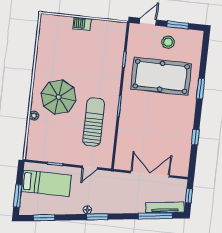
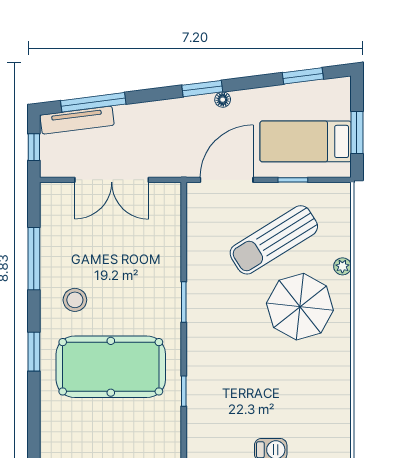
stool: (168, 42) -> (75, 300), moved
sun lounger: (94, 122) -> (274, 240), moved, turned 58
window: (195, 137) -> (34, 259), width x2.17
door: (90, 168) -> (227, 180), width x1.87
window: (18, 196) -> (357, 132), moved

